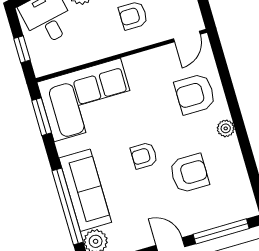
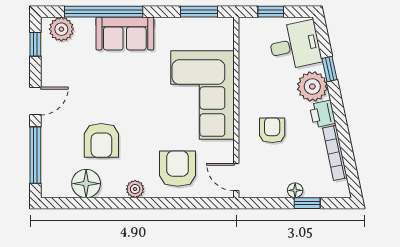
corner sofa: (87, 100) -> (203, 95), moved
armchair: (144, 156) -> (132, 101), removed
floor lamp: (234, 176) -> (86, 184), added
sofa: (85, 190) -> (125, 34), width x0.73

